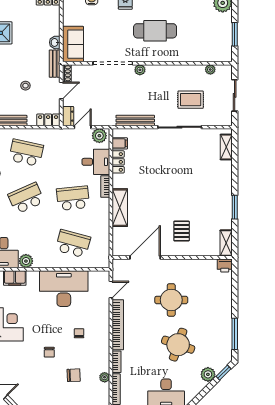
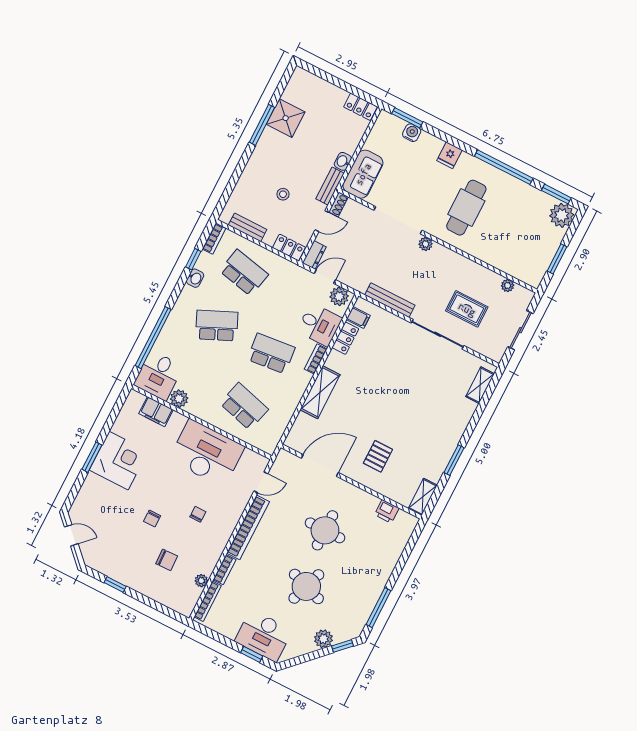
cafe table: (155, 31) -> (466, 208), turned 90
printer: (225, 265) -> (387, 511), moved

